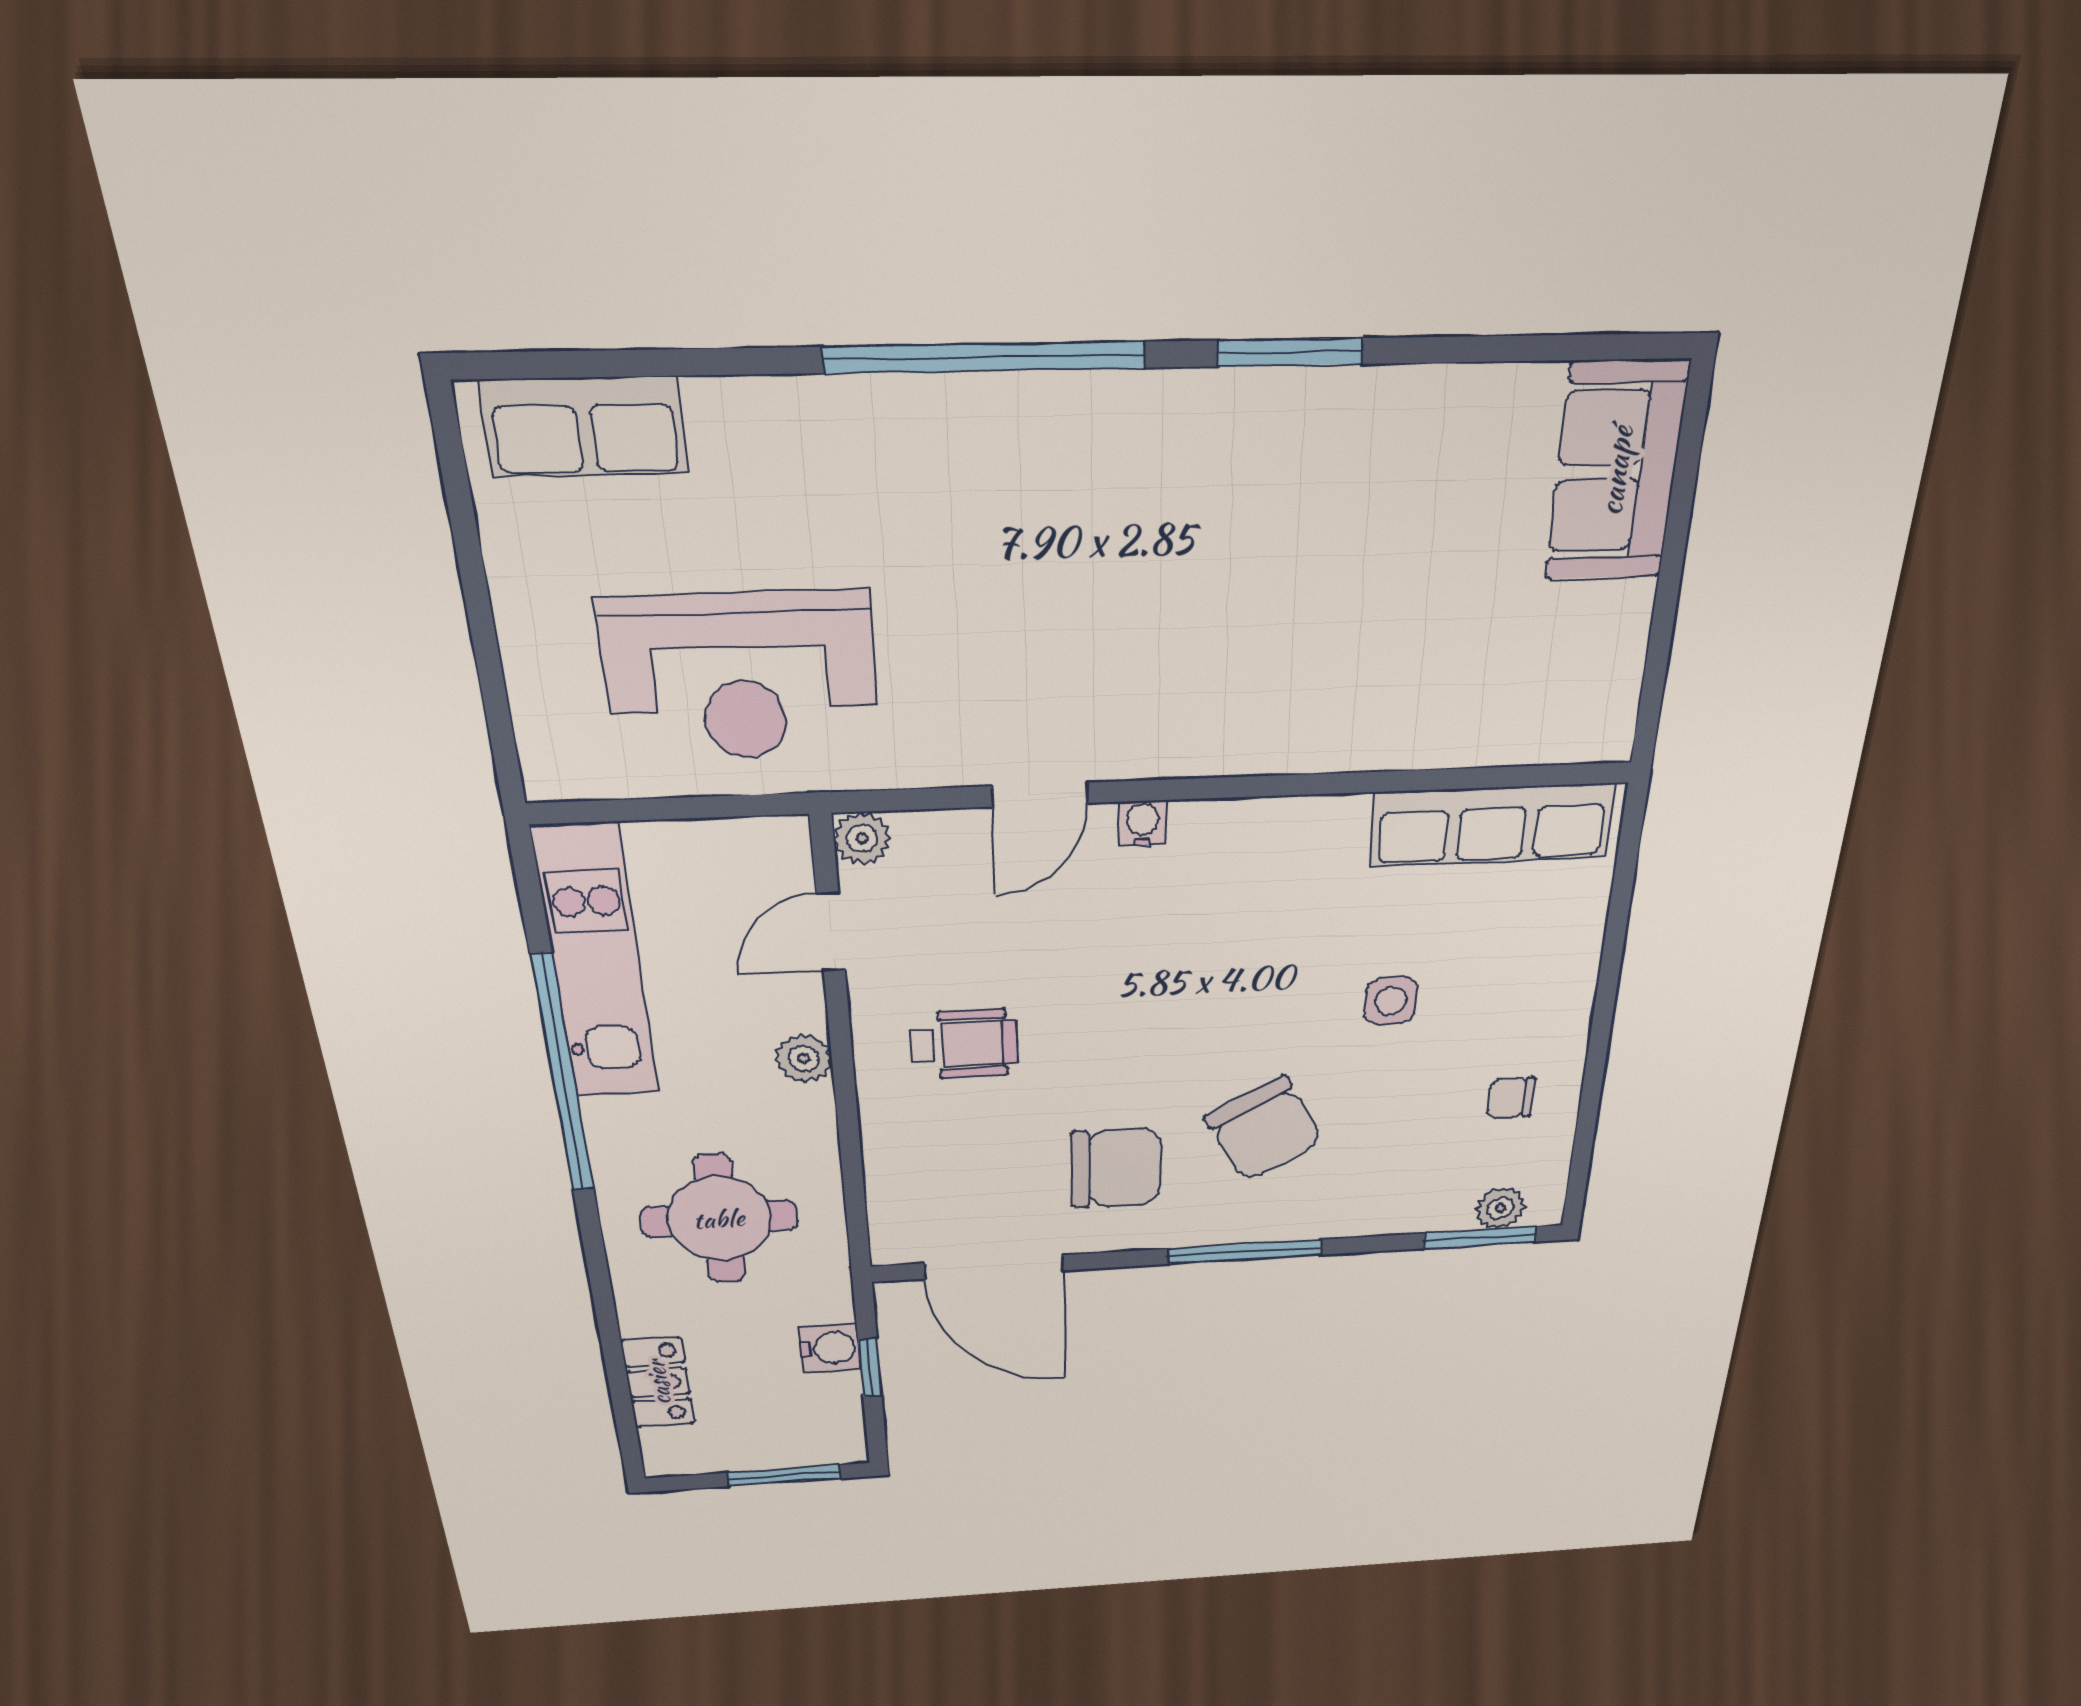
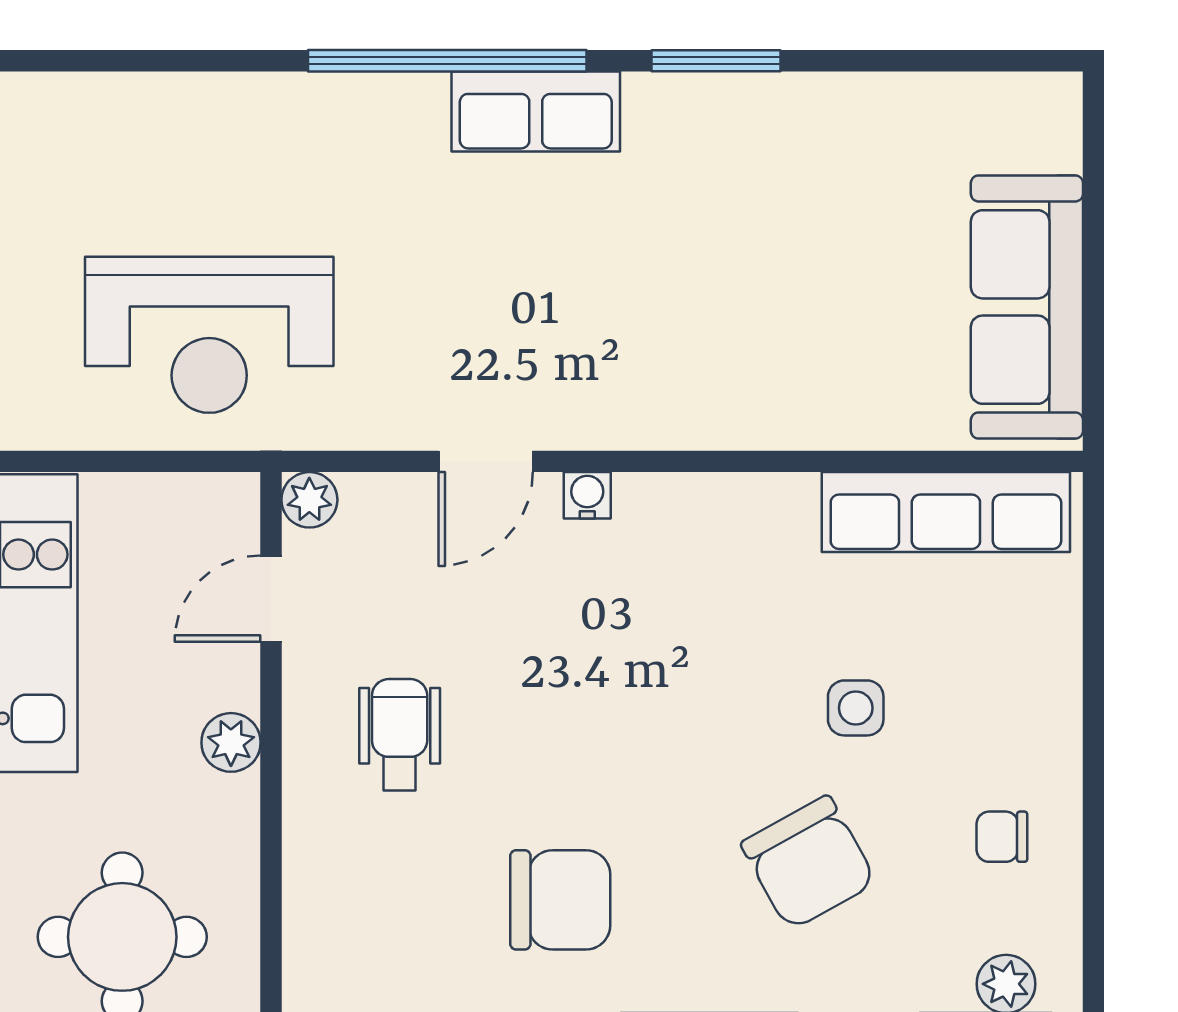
row of seats: (585, 427) -> (536, 112), moved
sofa: (1616, 471) -> (1027, 307), moved, width x1.36
wheelchair: (964, 1044) -> (400, 735), turned -90
chair: (1264, 1129) -> (809, 863), moved

